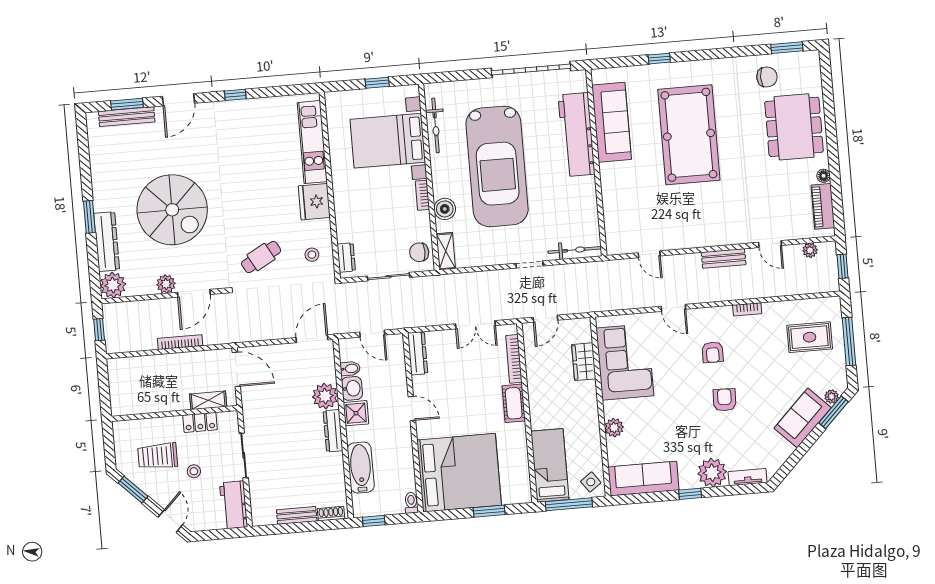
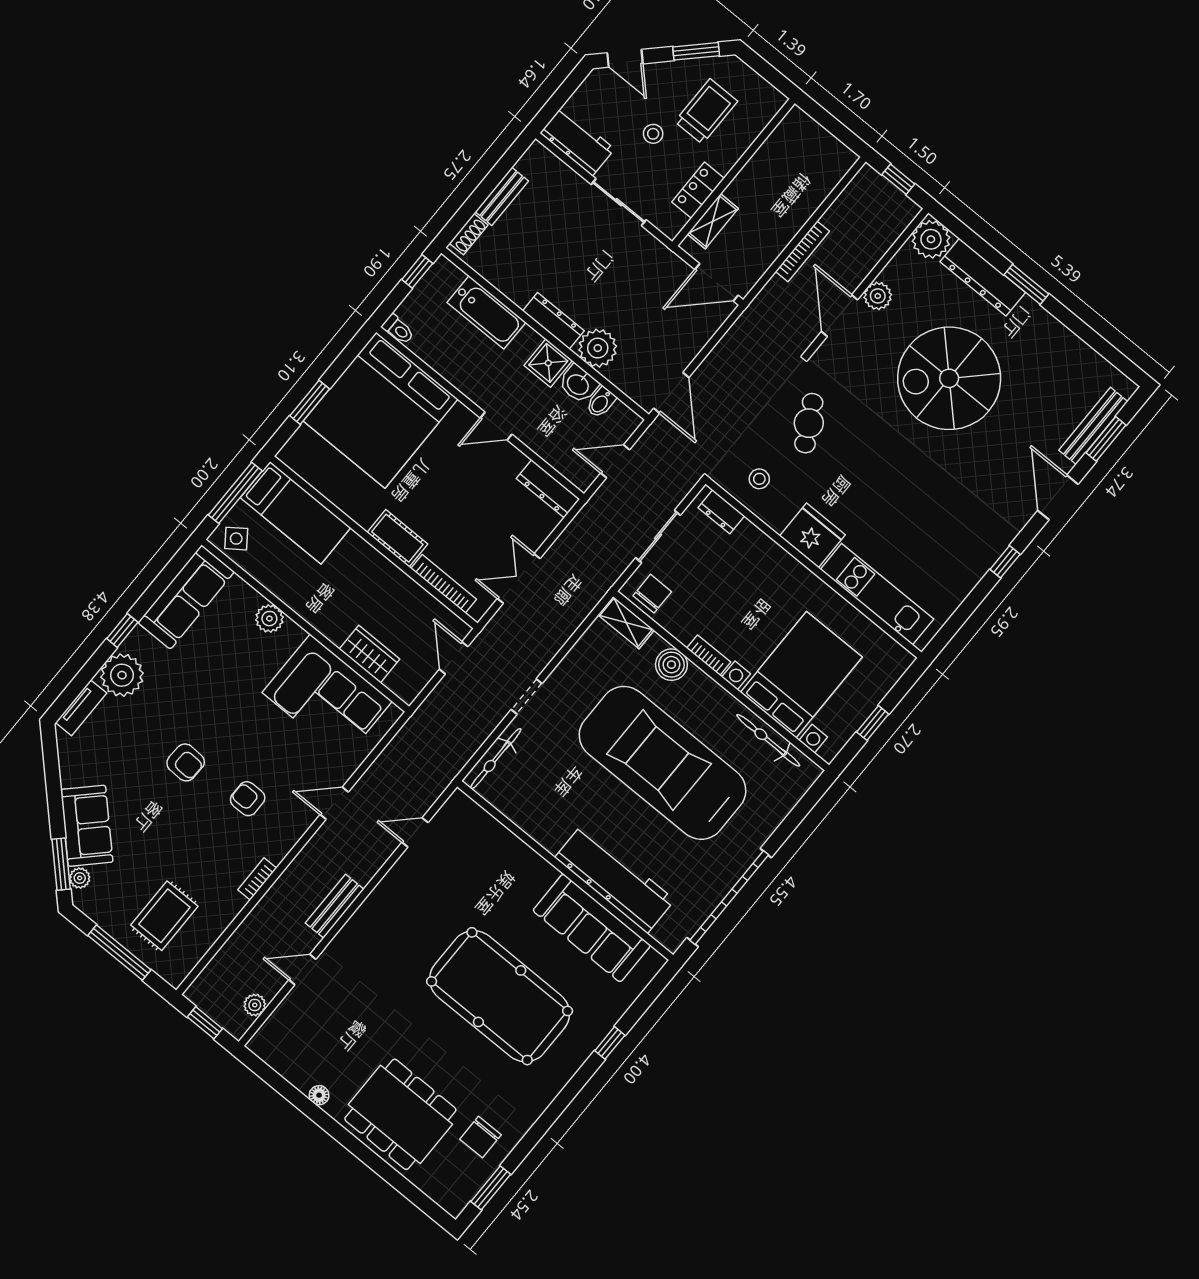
piano: (823, 206) -> (288, 1063), removed

